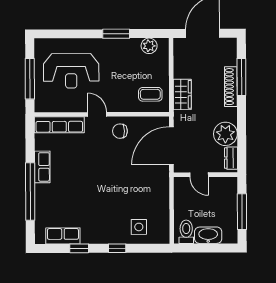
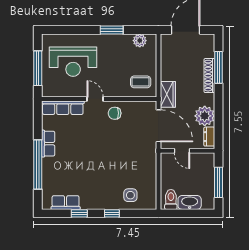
wardrobe: (182, 94) -> (168, 94), moved
door: (171, 146) -> (158, 126), swing flipped

